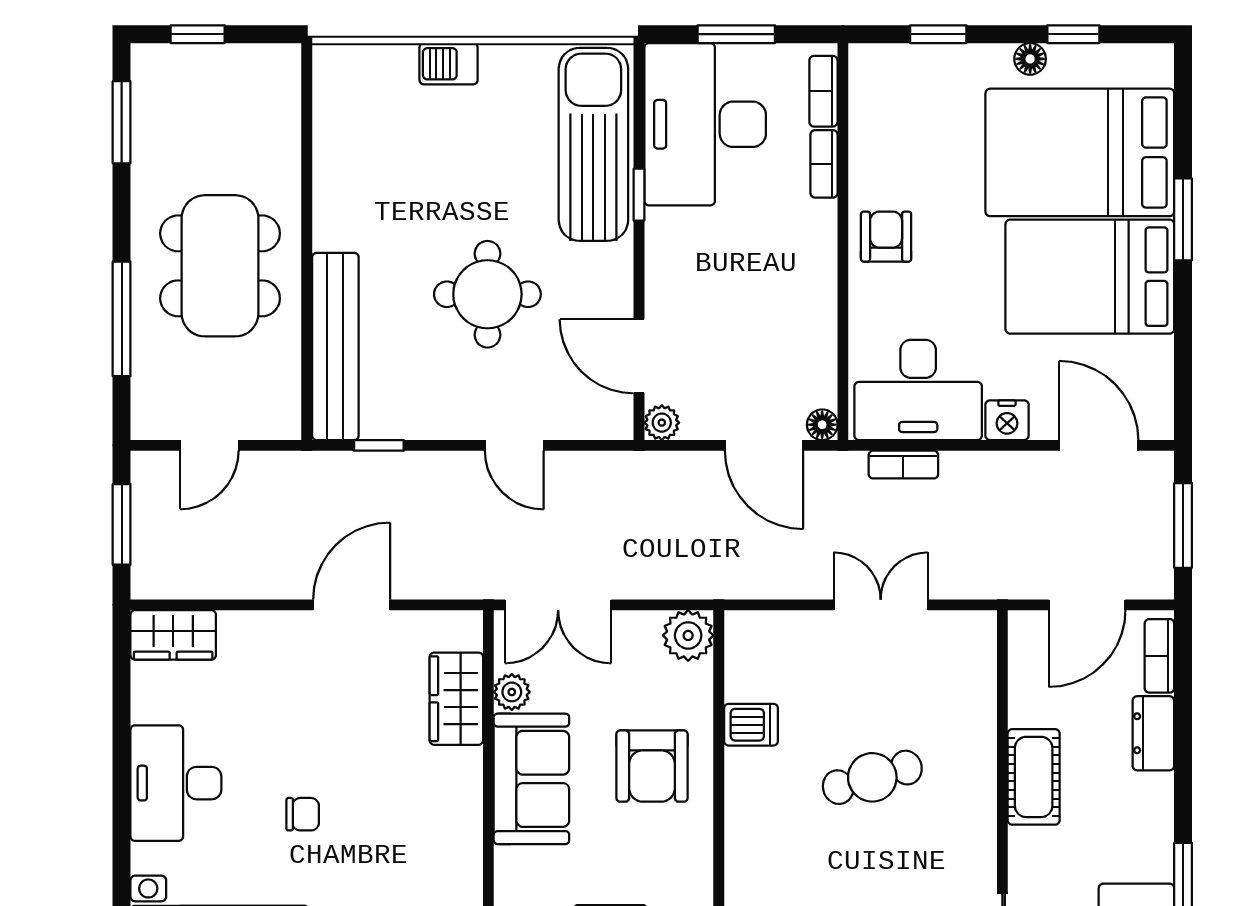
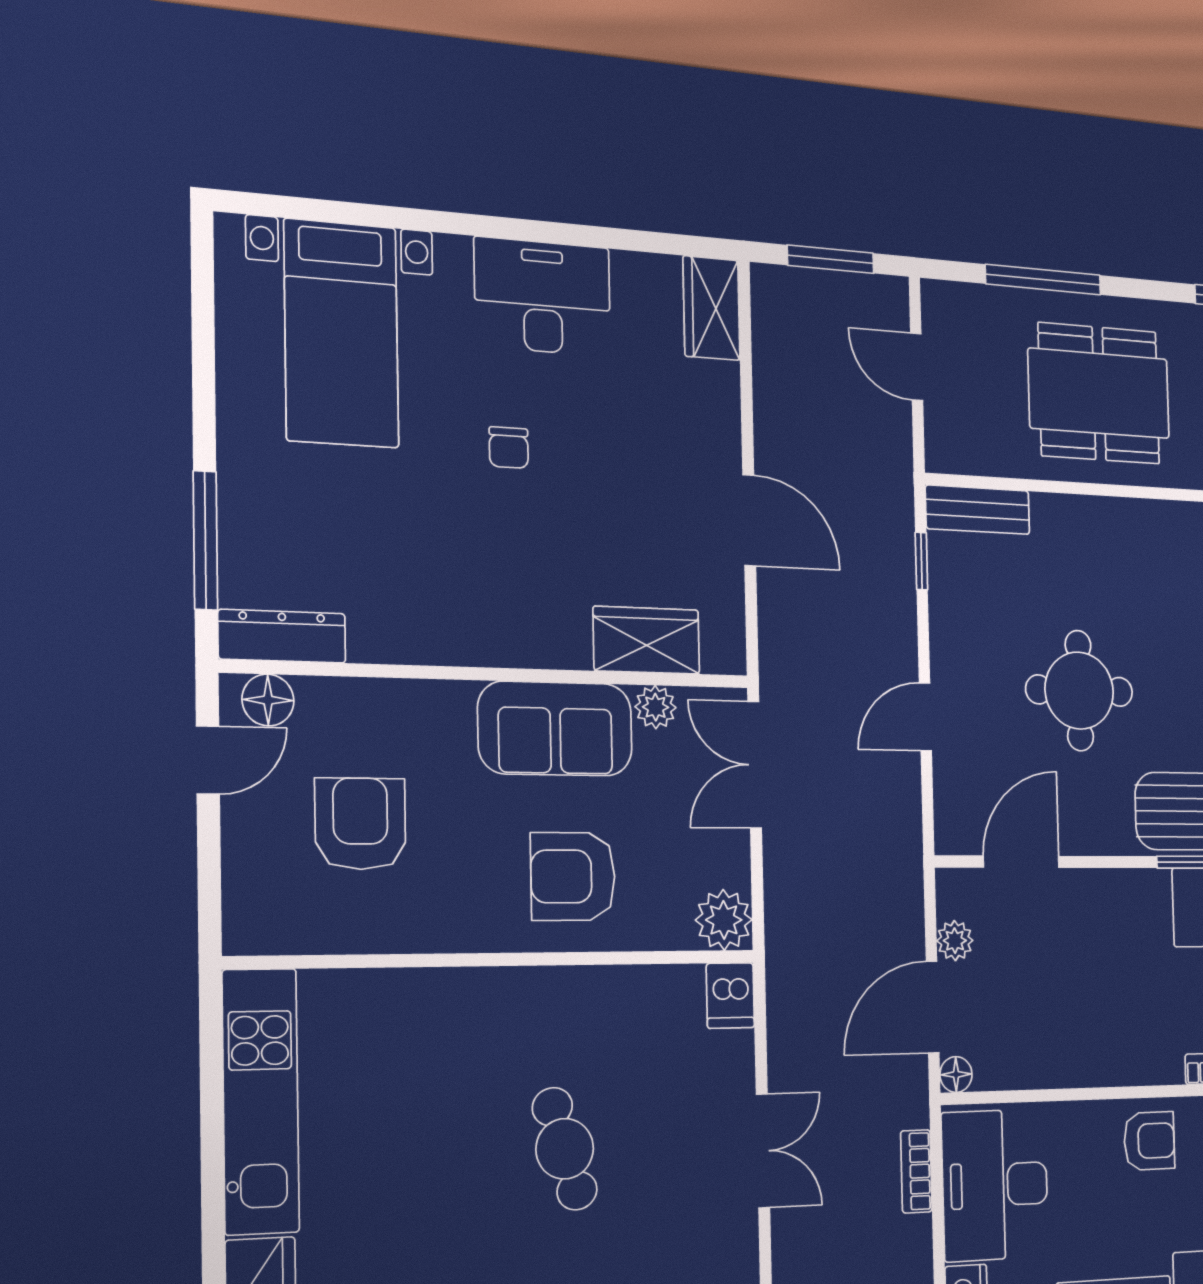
bench: (335, 346) -> (978, 510), width x0.54, depth x0.82
plant: (662, 423) -> (955, 941), moved
dishwasher: (751, 725) -> (730, 996), moved

